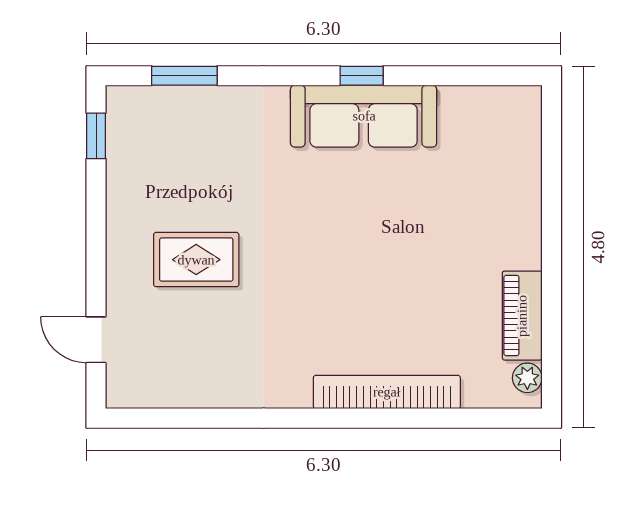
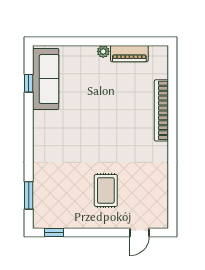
window: (362, 76) -> (29, 83), moved
sofa: (364, 116) -> (46, 79), moved
plant: (527, 378) -> (103, 51), moved

